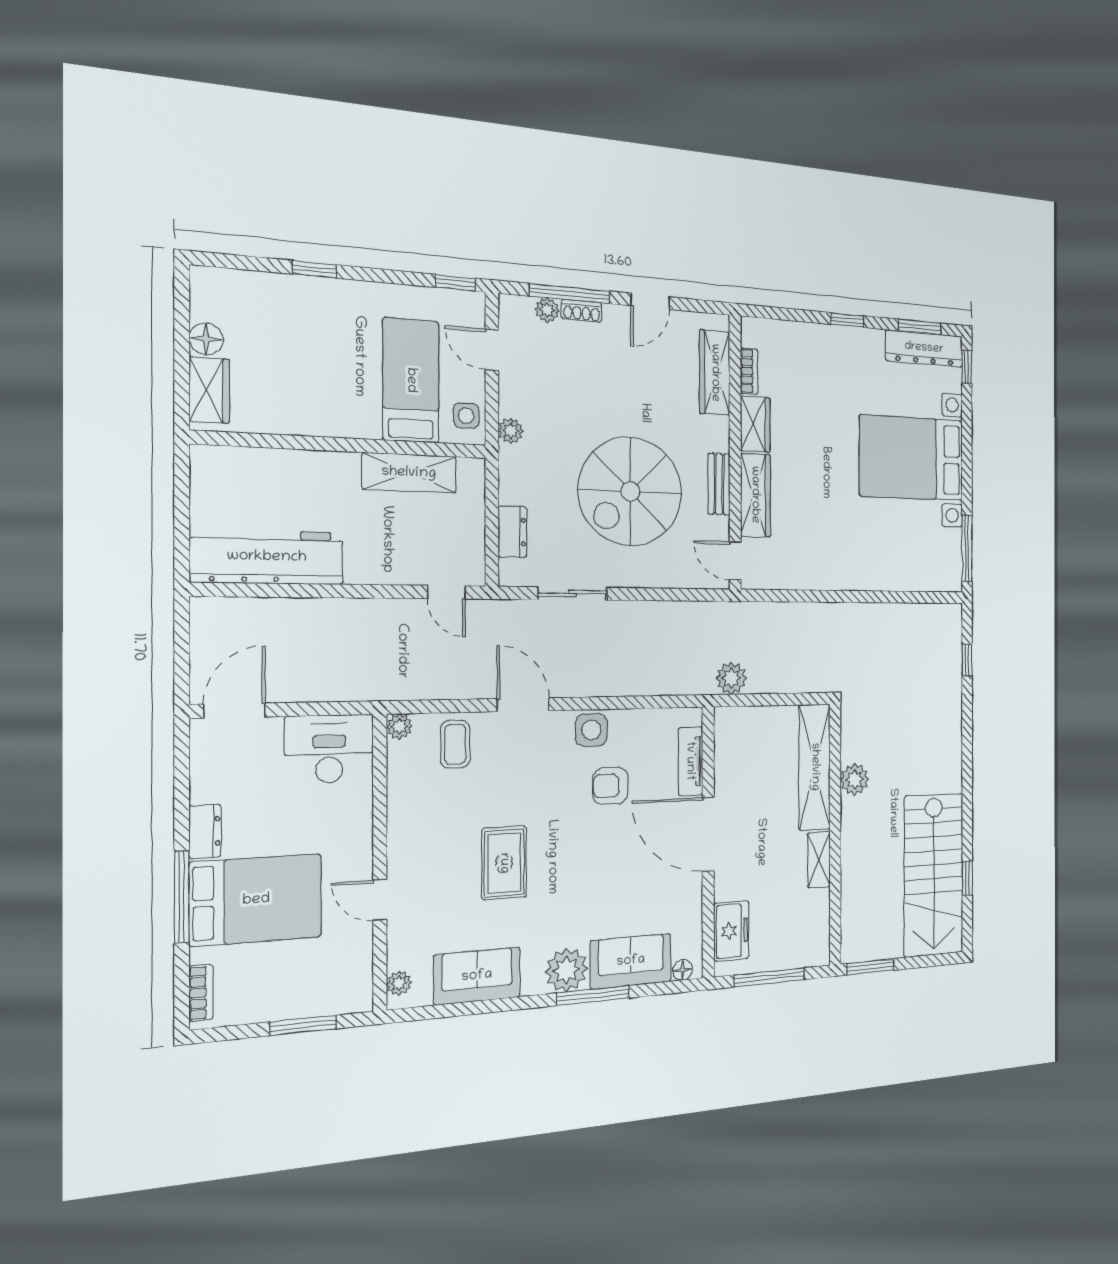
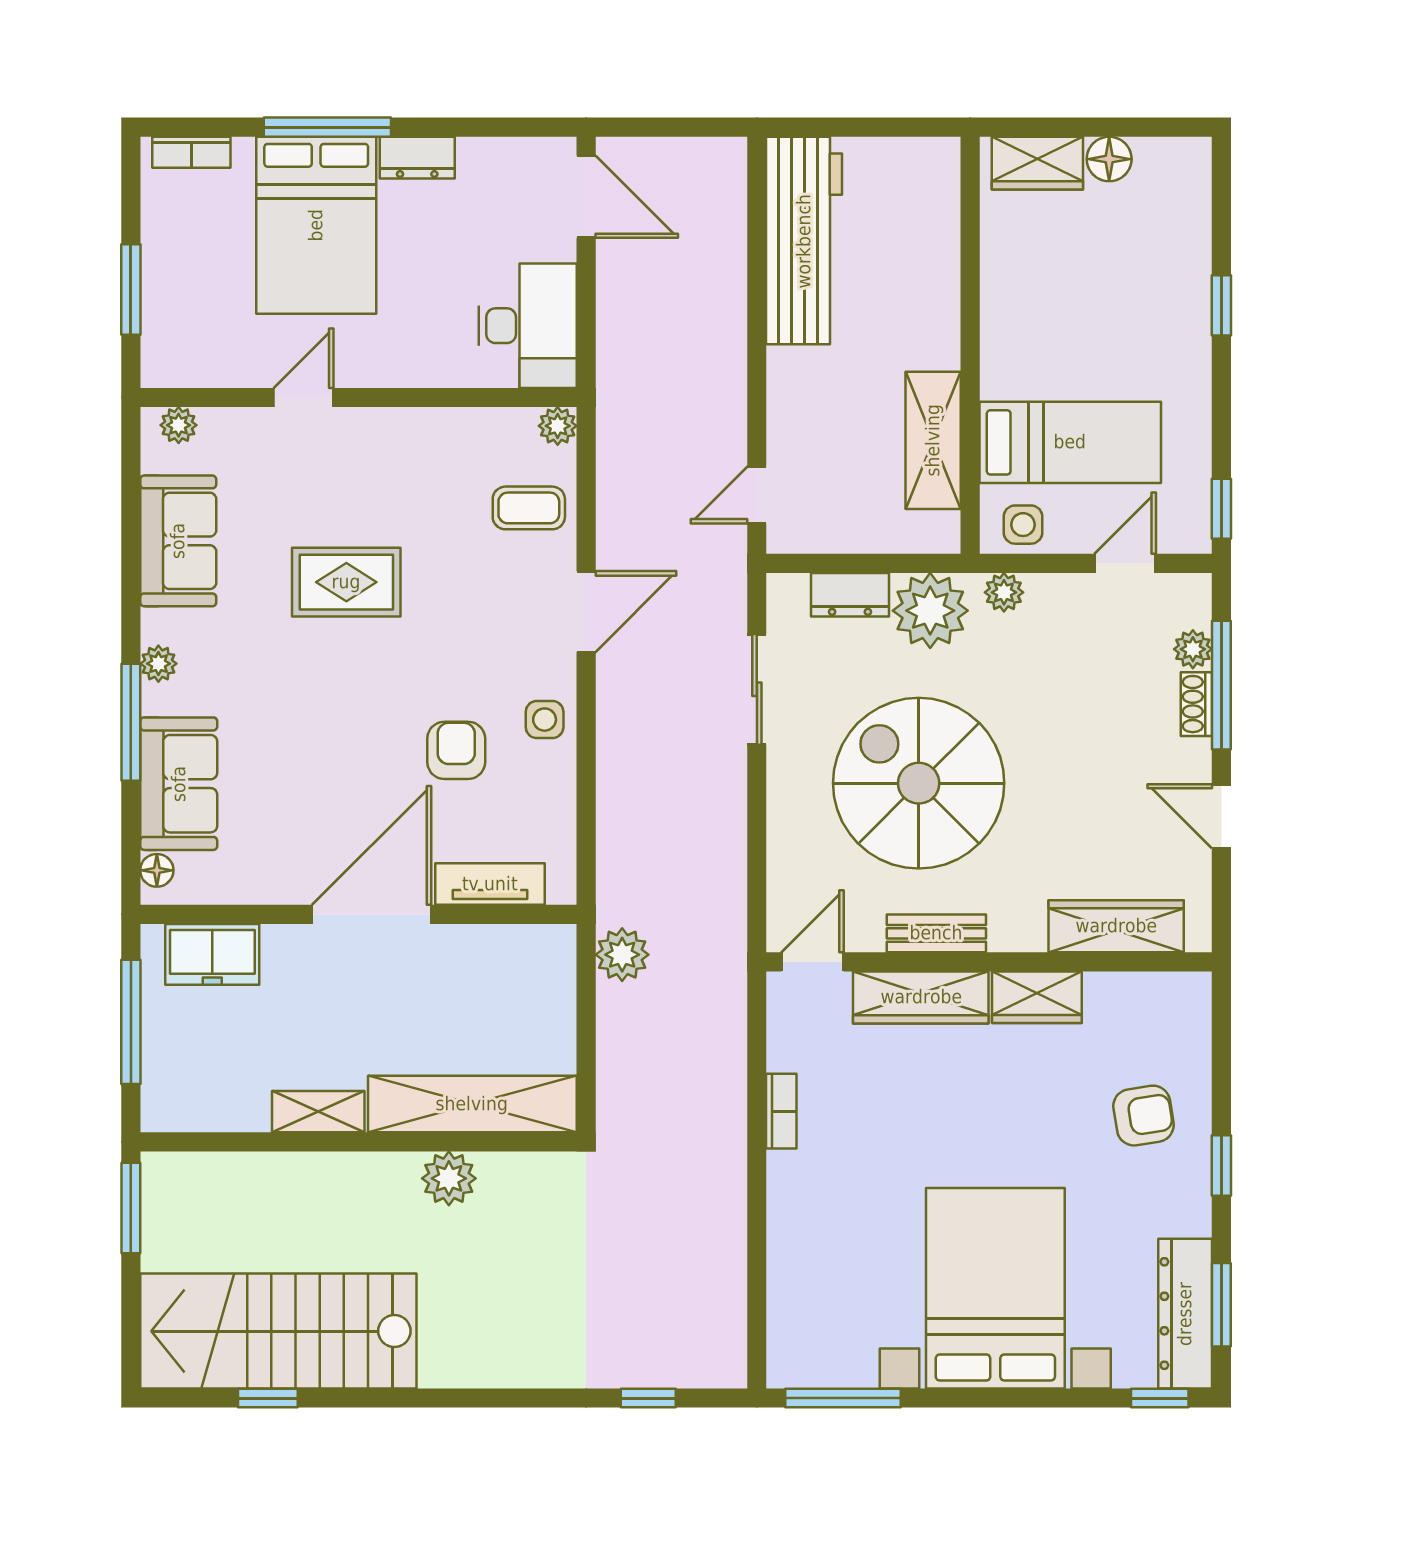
armchair: (821, 364) -> (1144, 1116), added
bookcase: (749, 371) -> (781, 1111), moved, turned -90
plant: (522, 480) -> (930, 611), added
side table: (591, 730) -> (545, 720), width x0.73, depth x0.73
plant: (567, 970) -> (158, 664), width x0.53, depth x0.53

